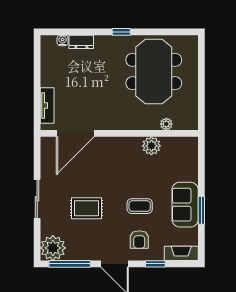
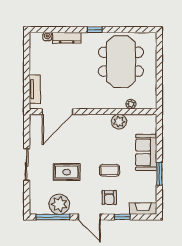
dresser: (81, 42) -> (67, 38), width x1.44
sofa: (185, 205) -> (146, 152), moved
plant: (53, 248) -> (59, 204), moved

